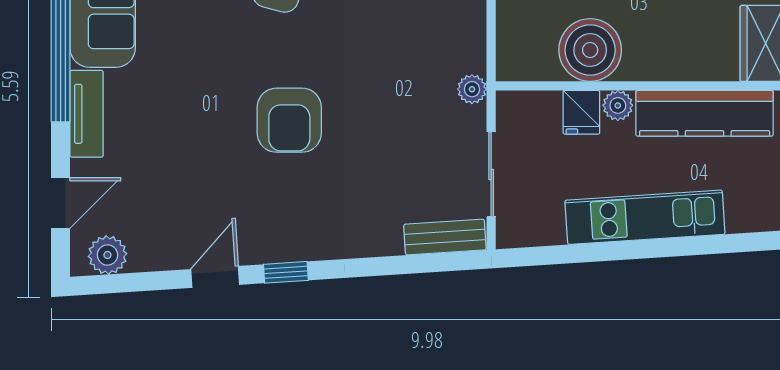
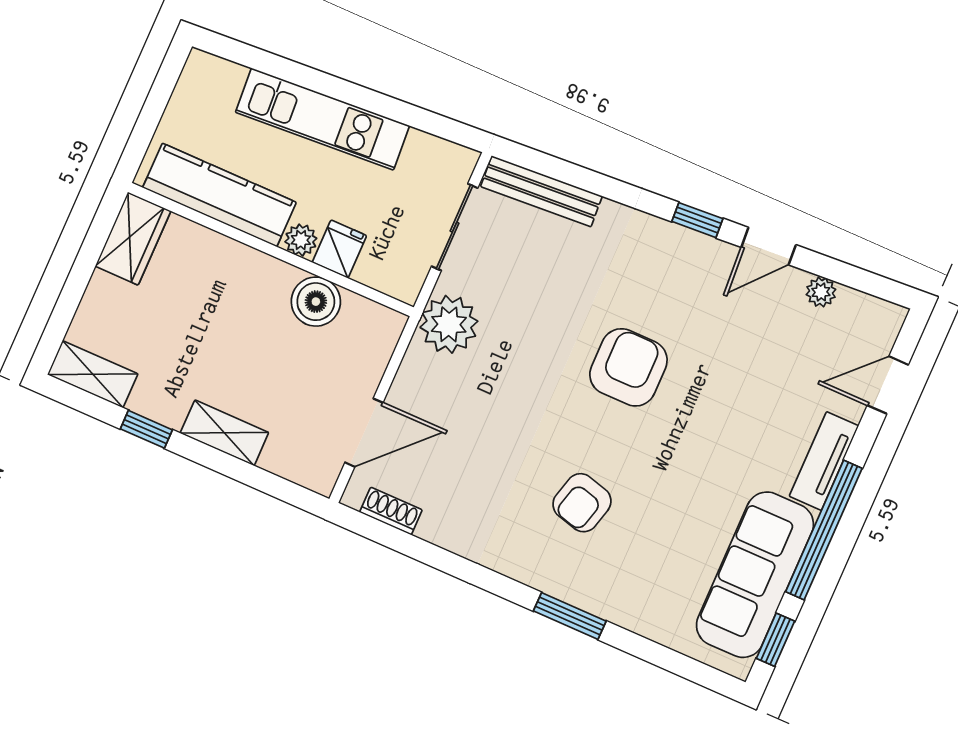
boiler: (590, 50) -> (316, 302), width x0.73, depth x0.73
plant: (472, 89) -> (449, 324), width x1.88, depth x1.88
bench: (445, 237) -> (541, 191), width x1.36
plant: (107, 255) -> (821, 292), moved, width x0.73, depth x0.73

